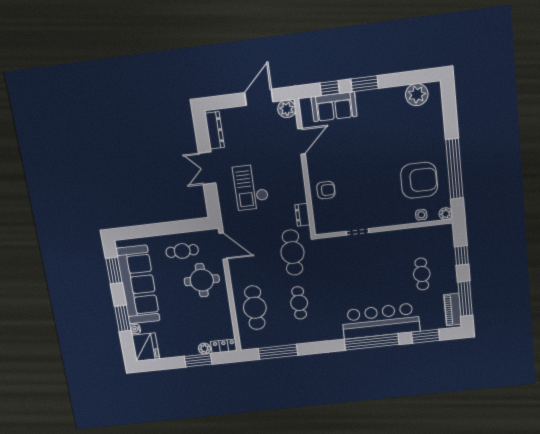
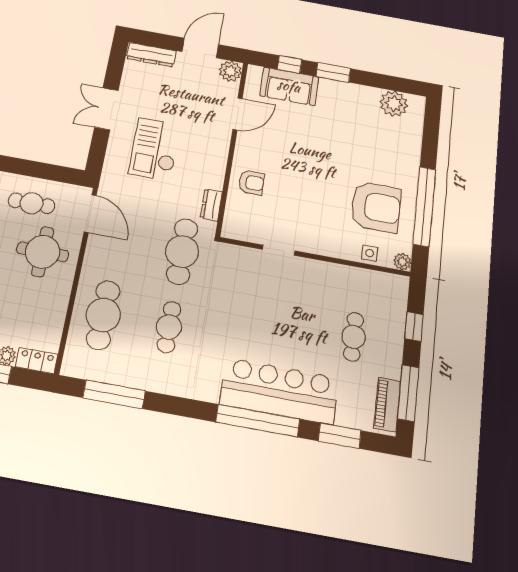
dresser: (215, 130) -> (151, 55), moved, turned 90

